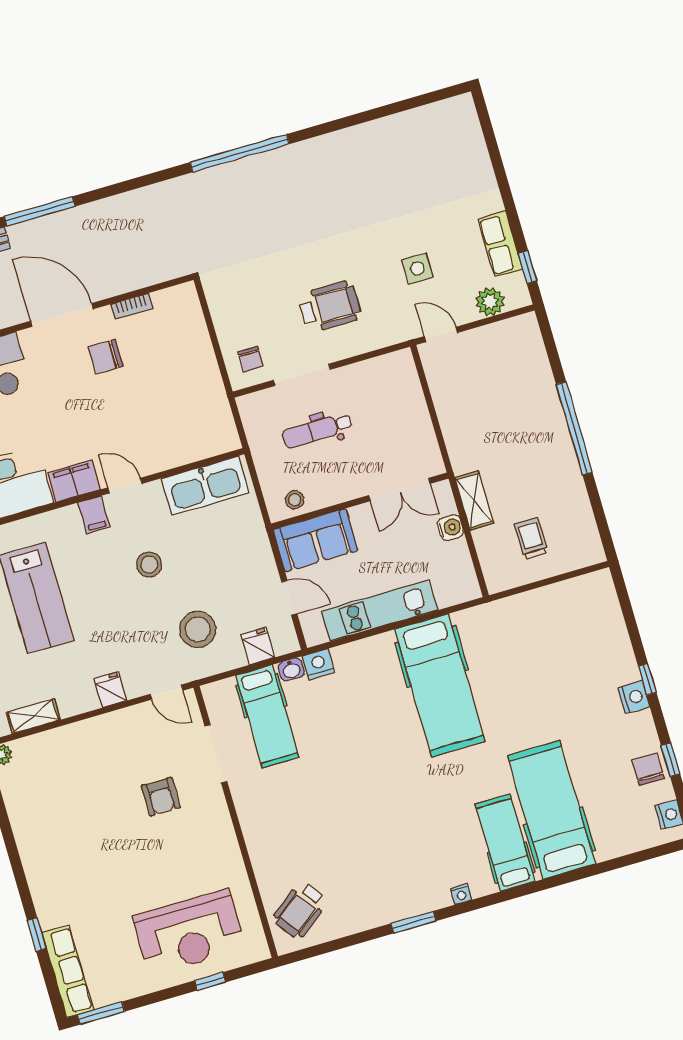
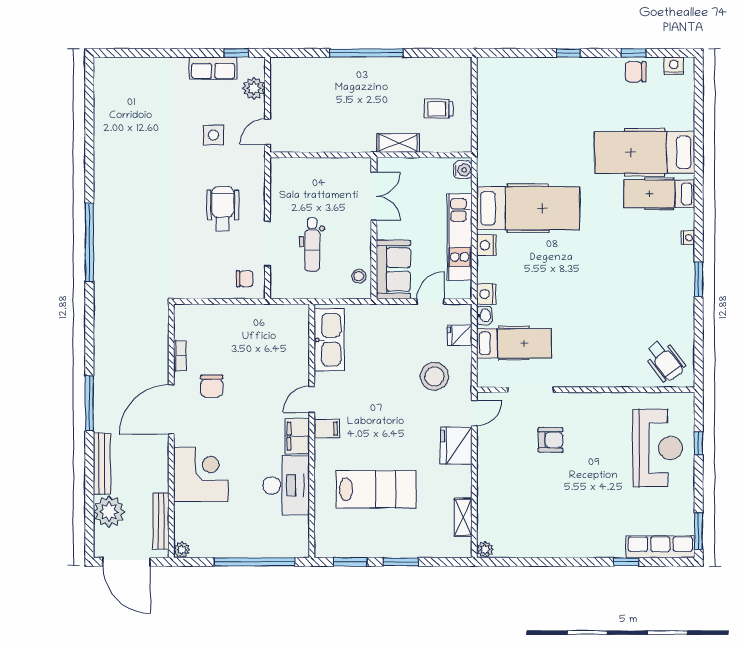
water cooler: (451, 528) -> (463, 170), moved, turned 90
stool: (149, 564) -> (376, 398), removed
fridge: (110, 690) -> (456, 446), width x1.88, depth x1.34
nightstand: (634, 697) -> (486, 245), moved, turned -90

